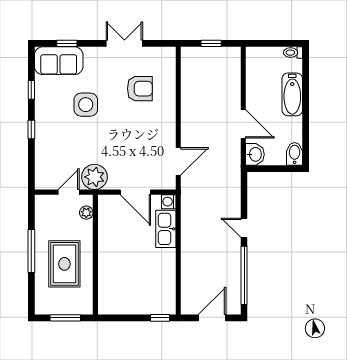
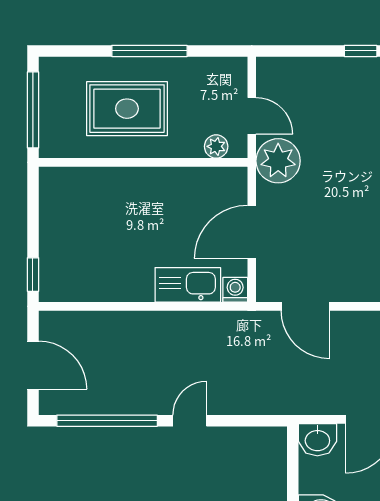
window: (65, 318) -> (33, 110), width x1.44

